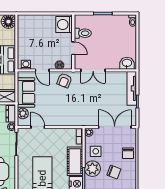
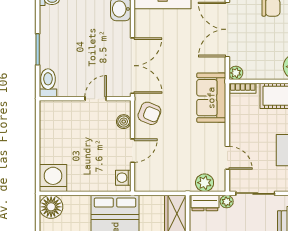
washing machine: (64, 25) -> (53, 178), moved, turned 180
toilet: (83, 33) -> (48, 83), moved
double door: (93, 70) -> (132, 66), width x1.37
sofa: (26, 92) -> (211, 98), moved, turned -90
door: (38, 127) -> (227, 158), swing flipped
side table: (96, 151) -> (268, 61), removed

